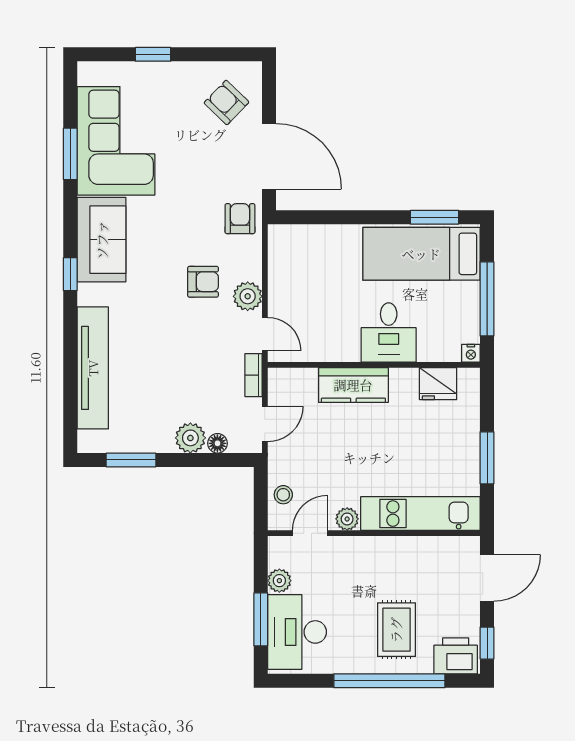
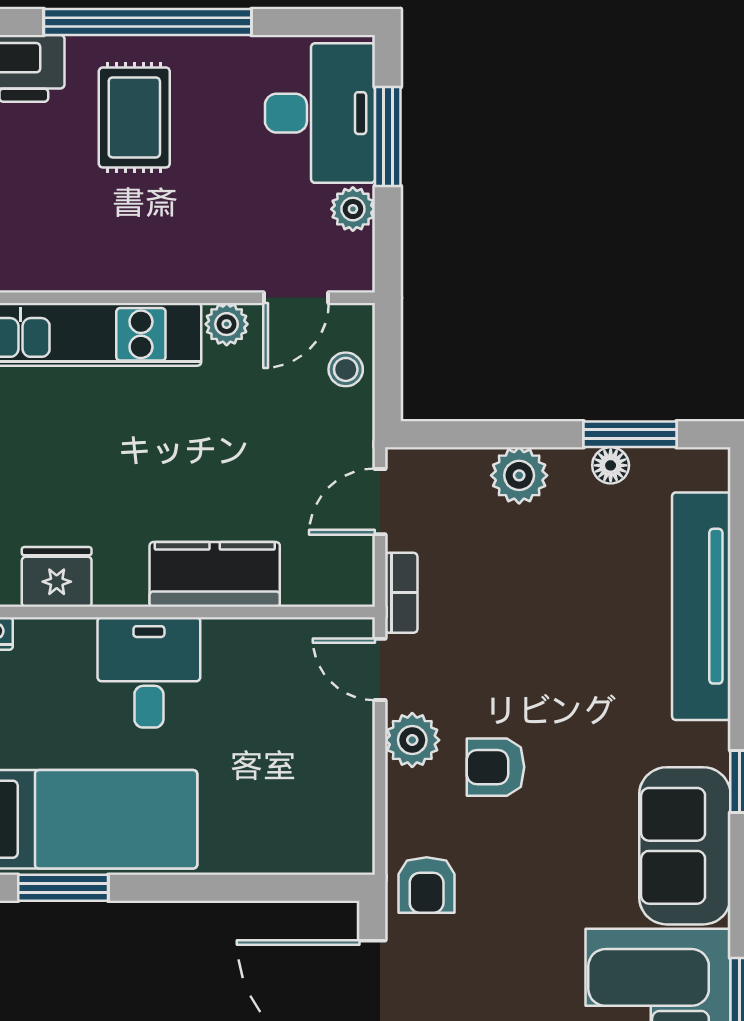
floor lamp: (217, 443) -> (611, 465), moved

